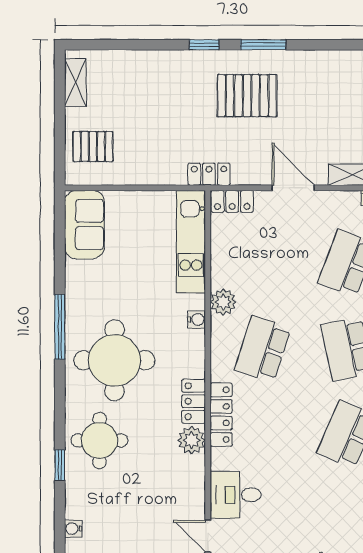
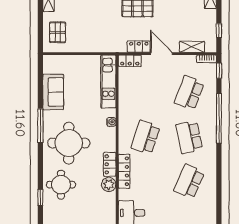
pallet: (93, 147) -> (58, 32), turned 90
locker: (209, 174) -> (139, 47), moved
sofa: (84, 225) -> (53, 92), moved
plant: (223, 302) -> (125, 113), removed

